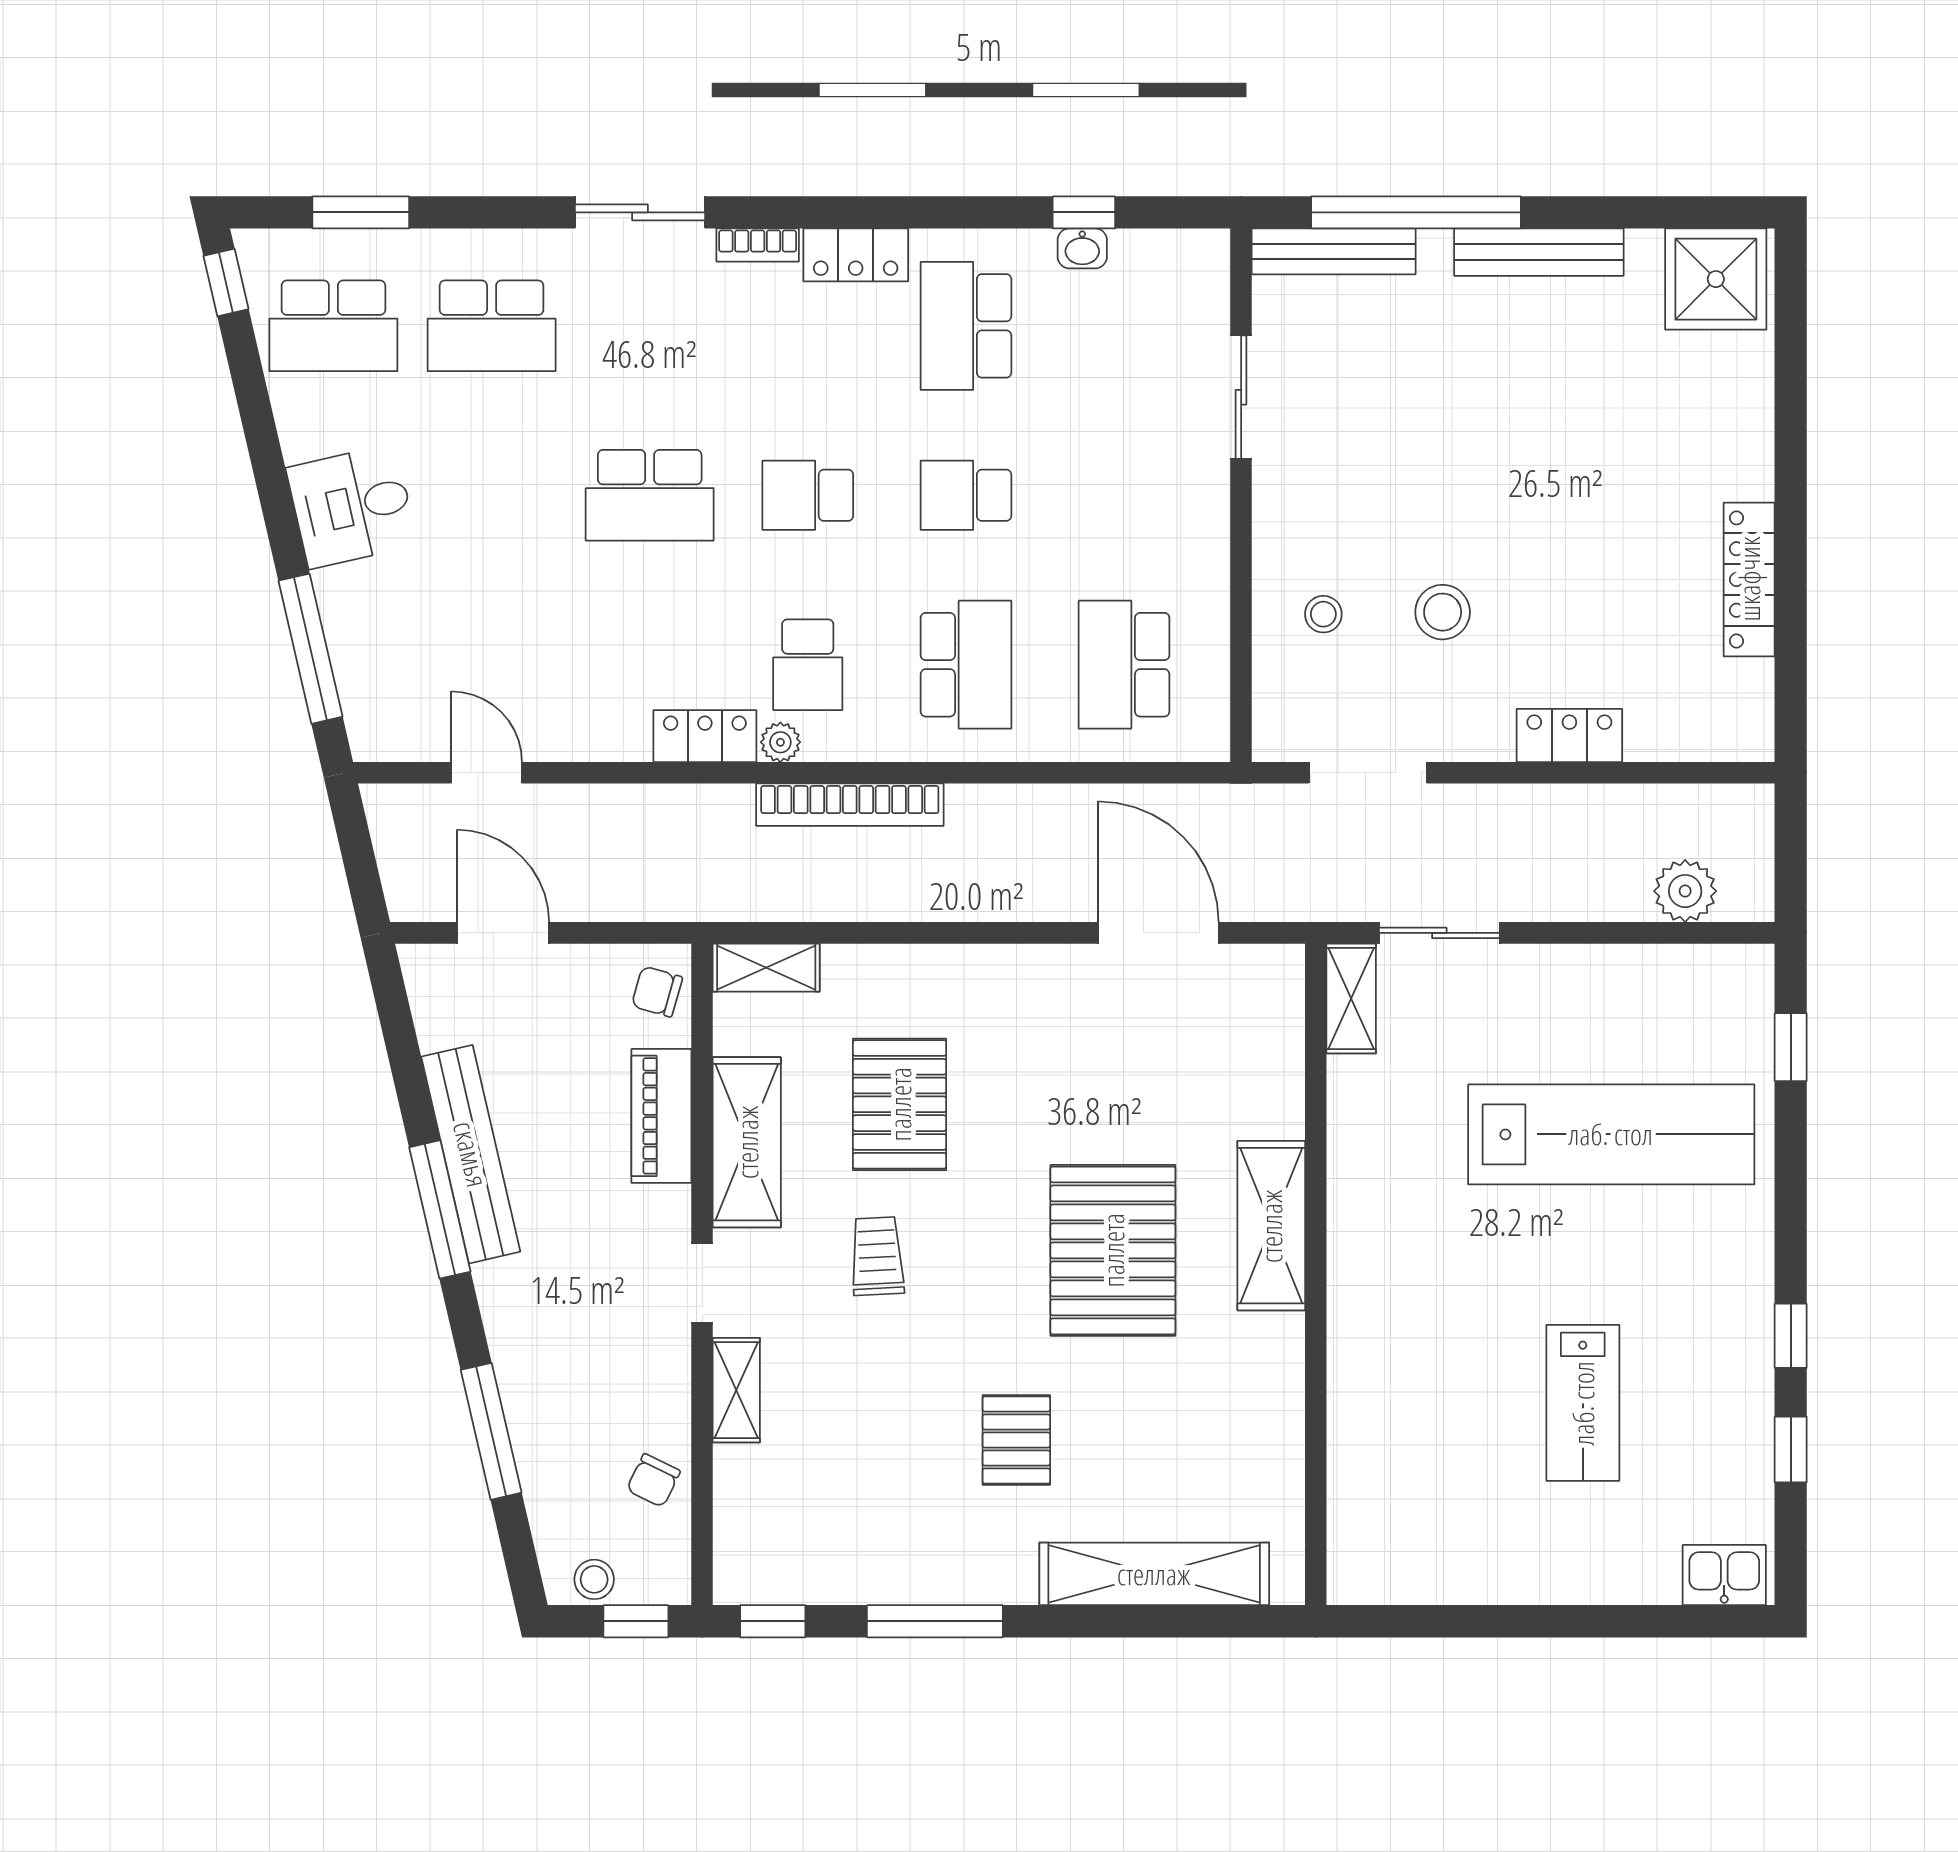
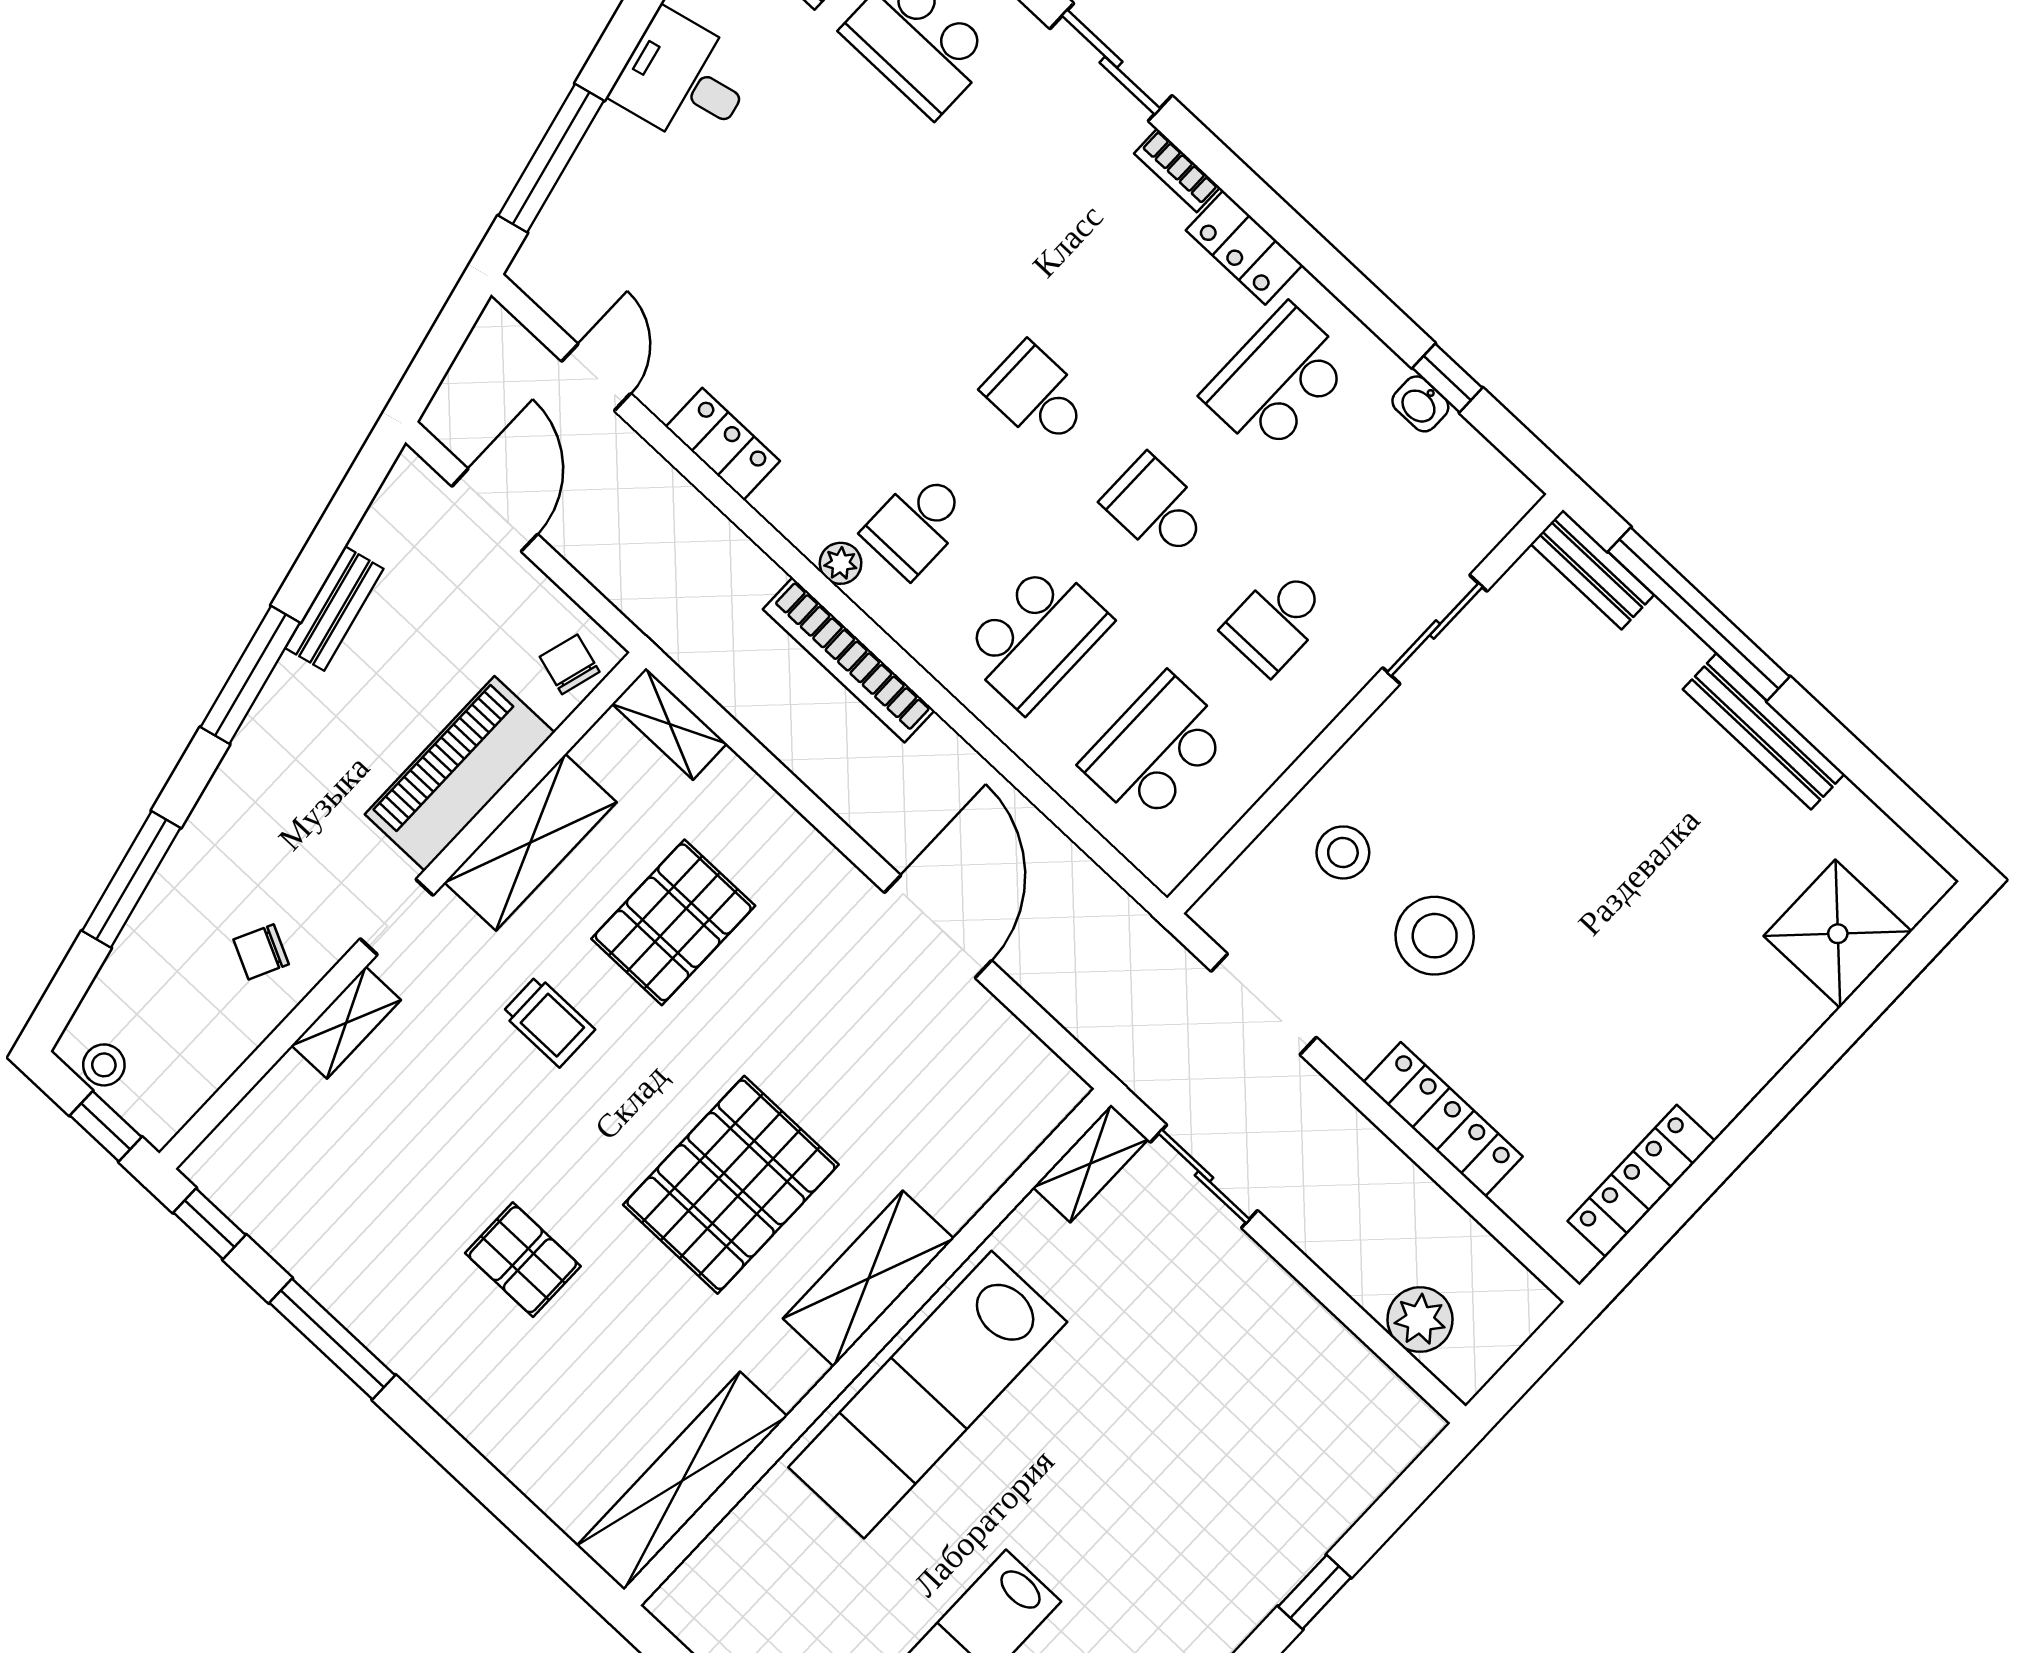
bench: (1334, 251) -> (1592, 569), width x0.73
shower: (1716, 279) -> (1838, 934), moved
school desk: (650, 495) -> (1276, 621), moved, width x0.54
locker: (1749, 579) -> (1641, 1181), moved
stool: (1443, 612) -> (1435, 936), width x1.38, depth x1.38
stool: (1323, 614) -> (1343, 852), width x1.37, depth x1.37
locker: (1569, 735) -> (1443, 1119), width x1.53
locker: (705, 736) -> (723, 444), moved
door: (1158, 933) -> (938, 927), moved
window: (1791, 1047) -> (1315, 1592), moved
piano: (661, 1116) -> (460, 773), width x1.37, depth x1.33
lab bench: (1611, 1134) -> (928, 1395), moved, turned 90
bench: (471, 1154) -> (334, 608), width x0.54, depth x0.82
trolley: (877, 1256) -> (548, 1021), turned 93
pallet: (1016, 1440) -> (523, 1260), turned 90
chair: (653, 1480) -> (261, 952), moved
shelving: (1154, 1574) -> (682, 1481), moved, turned 90

